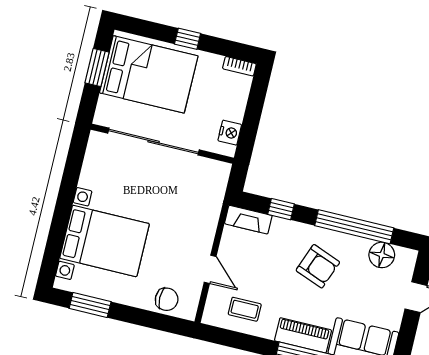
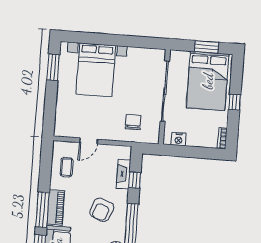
fireplace: (248, 220) -> (123, 174), moved
chair: (167, 299) -> (133, 122), moved, turned 180

